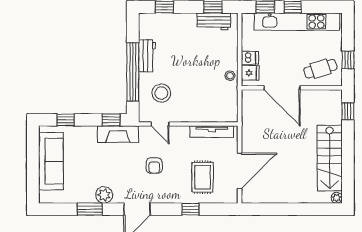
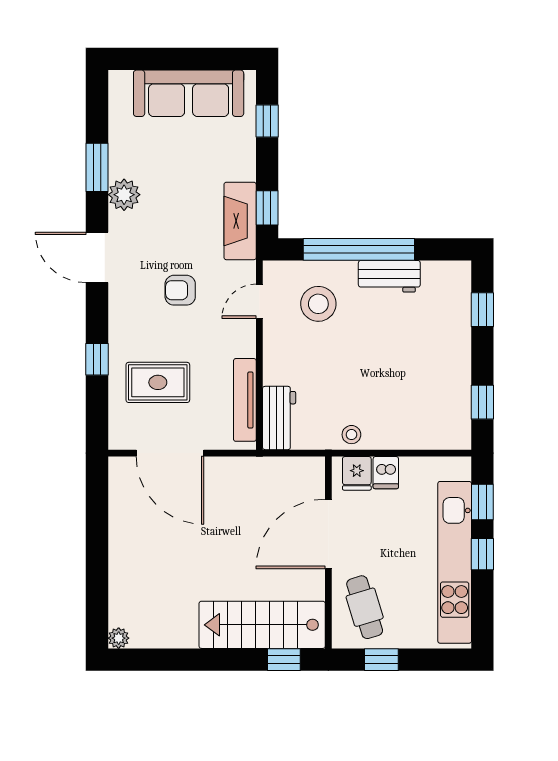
workbench: (214, 21) -> (279, 418), moved, turned 180
stairs: (330, 158) -> (262, 625), moved

